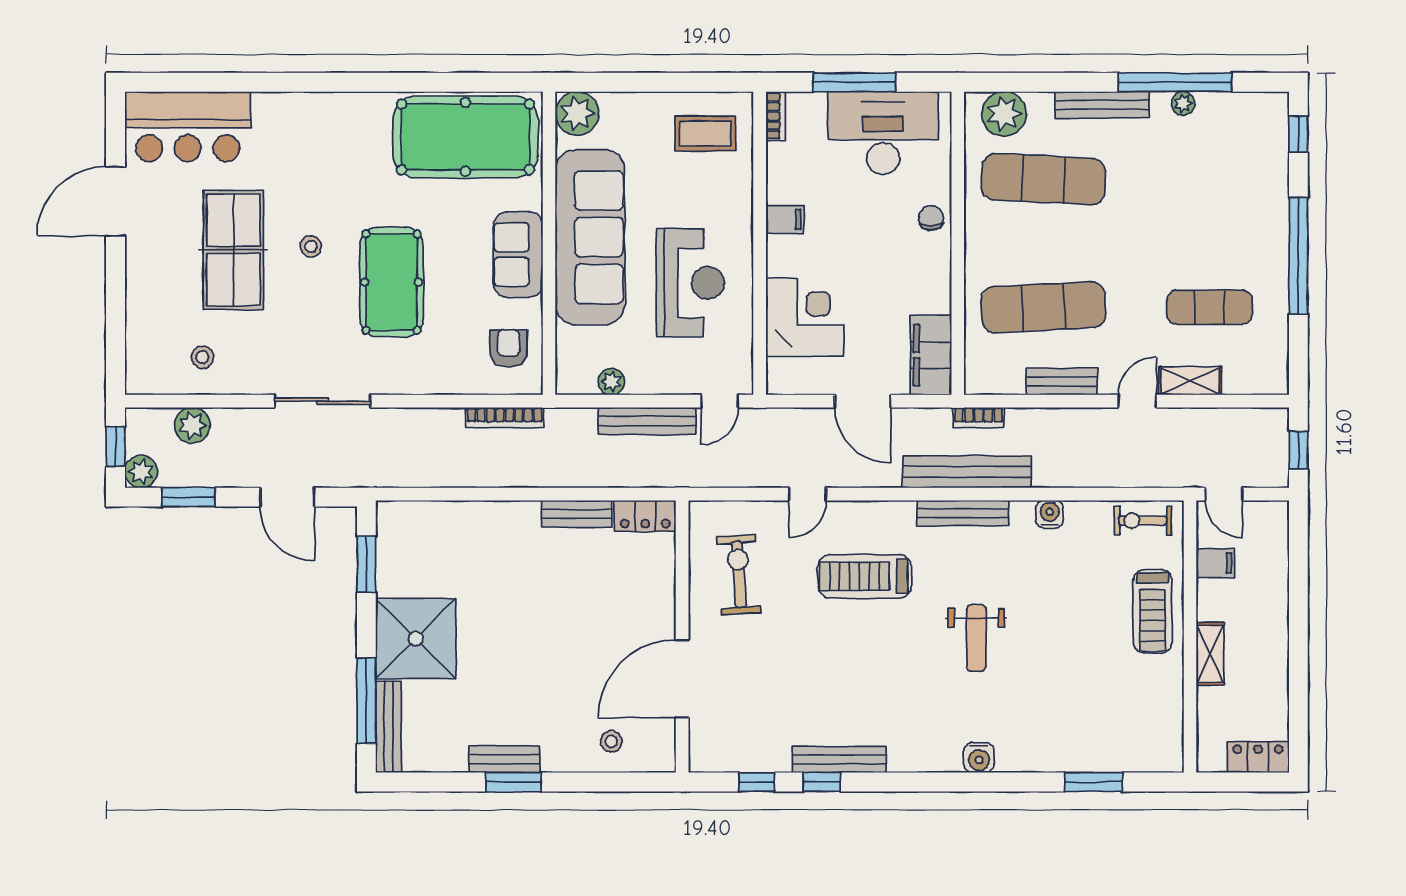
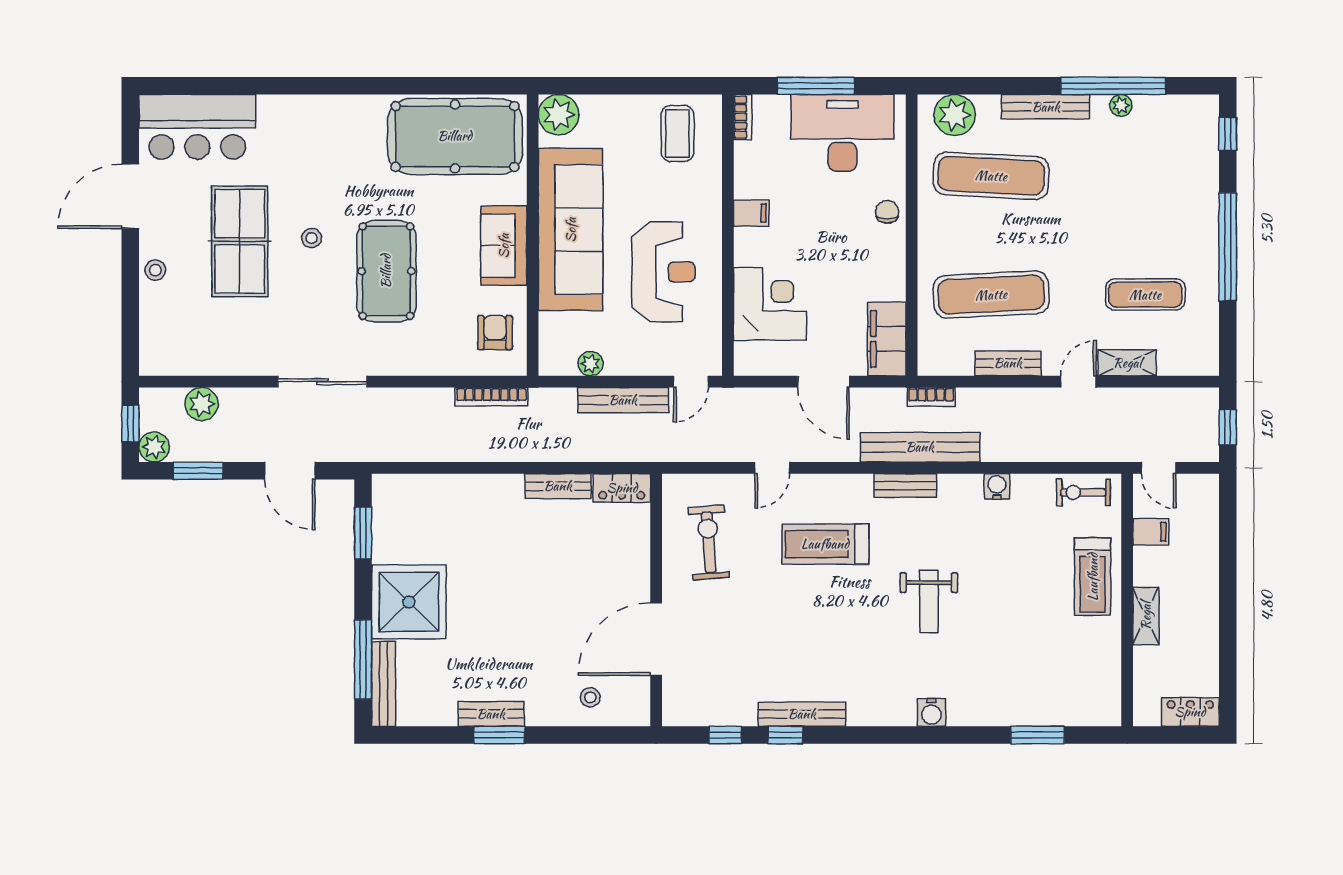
coffee table: (705, 134) -> (677, 133), turned 90
stool: (202, 357) -> (155, 270), moved
bench: (963, 513) -> (905, 486), width x0.73

